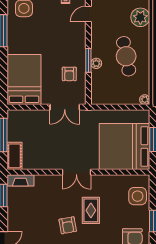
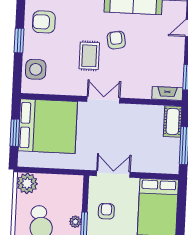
plant: (145, 100) -> (27, 183), width x1.87, depth x1.87

